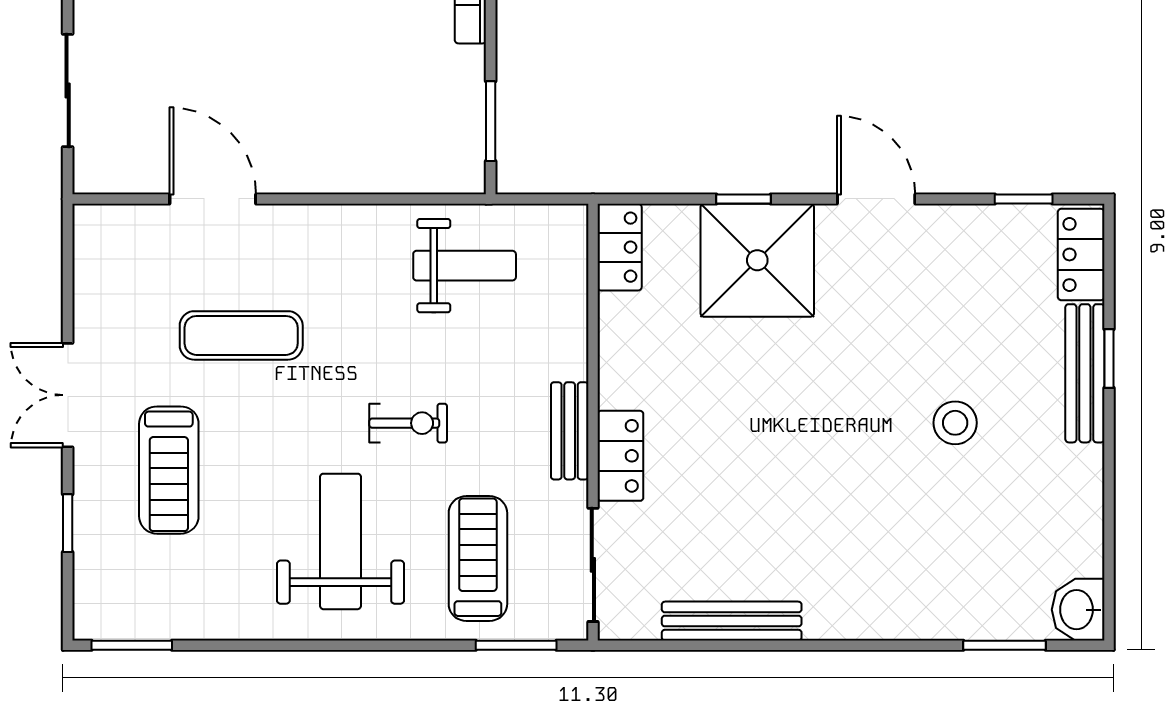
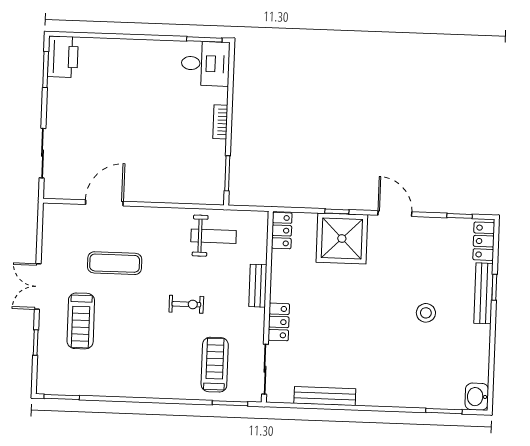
door: (213, 199) -> (104, 203), hinge flipped
bench: (570, 431) -> (258, 286), moved
weight bench: (340, 541) -> (155, 355), removed

